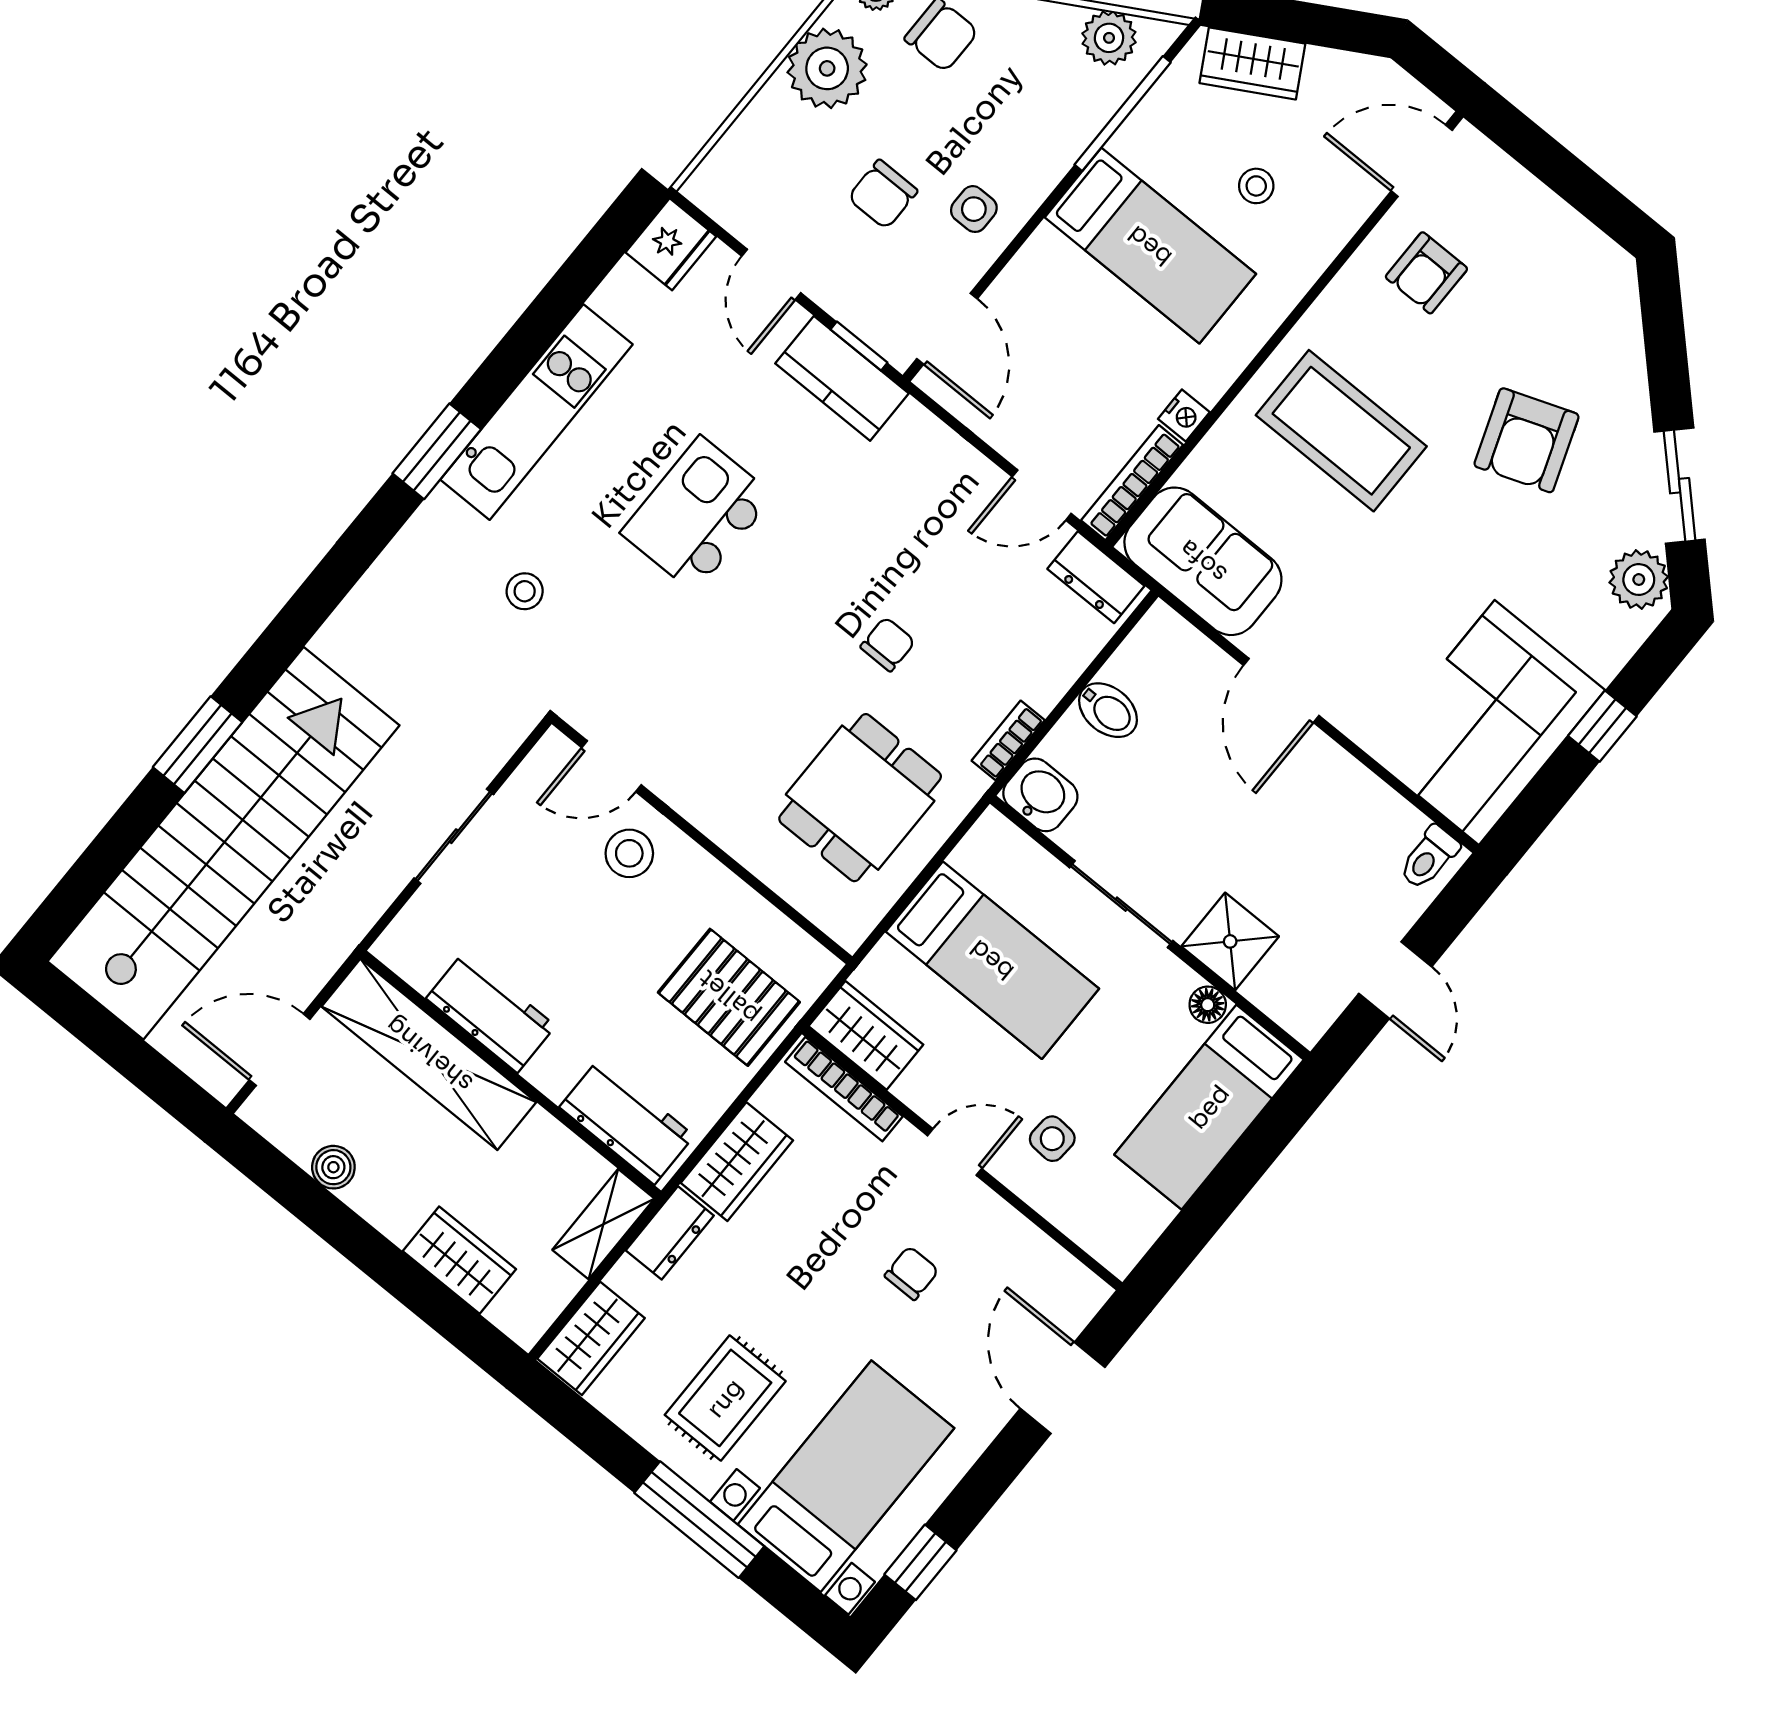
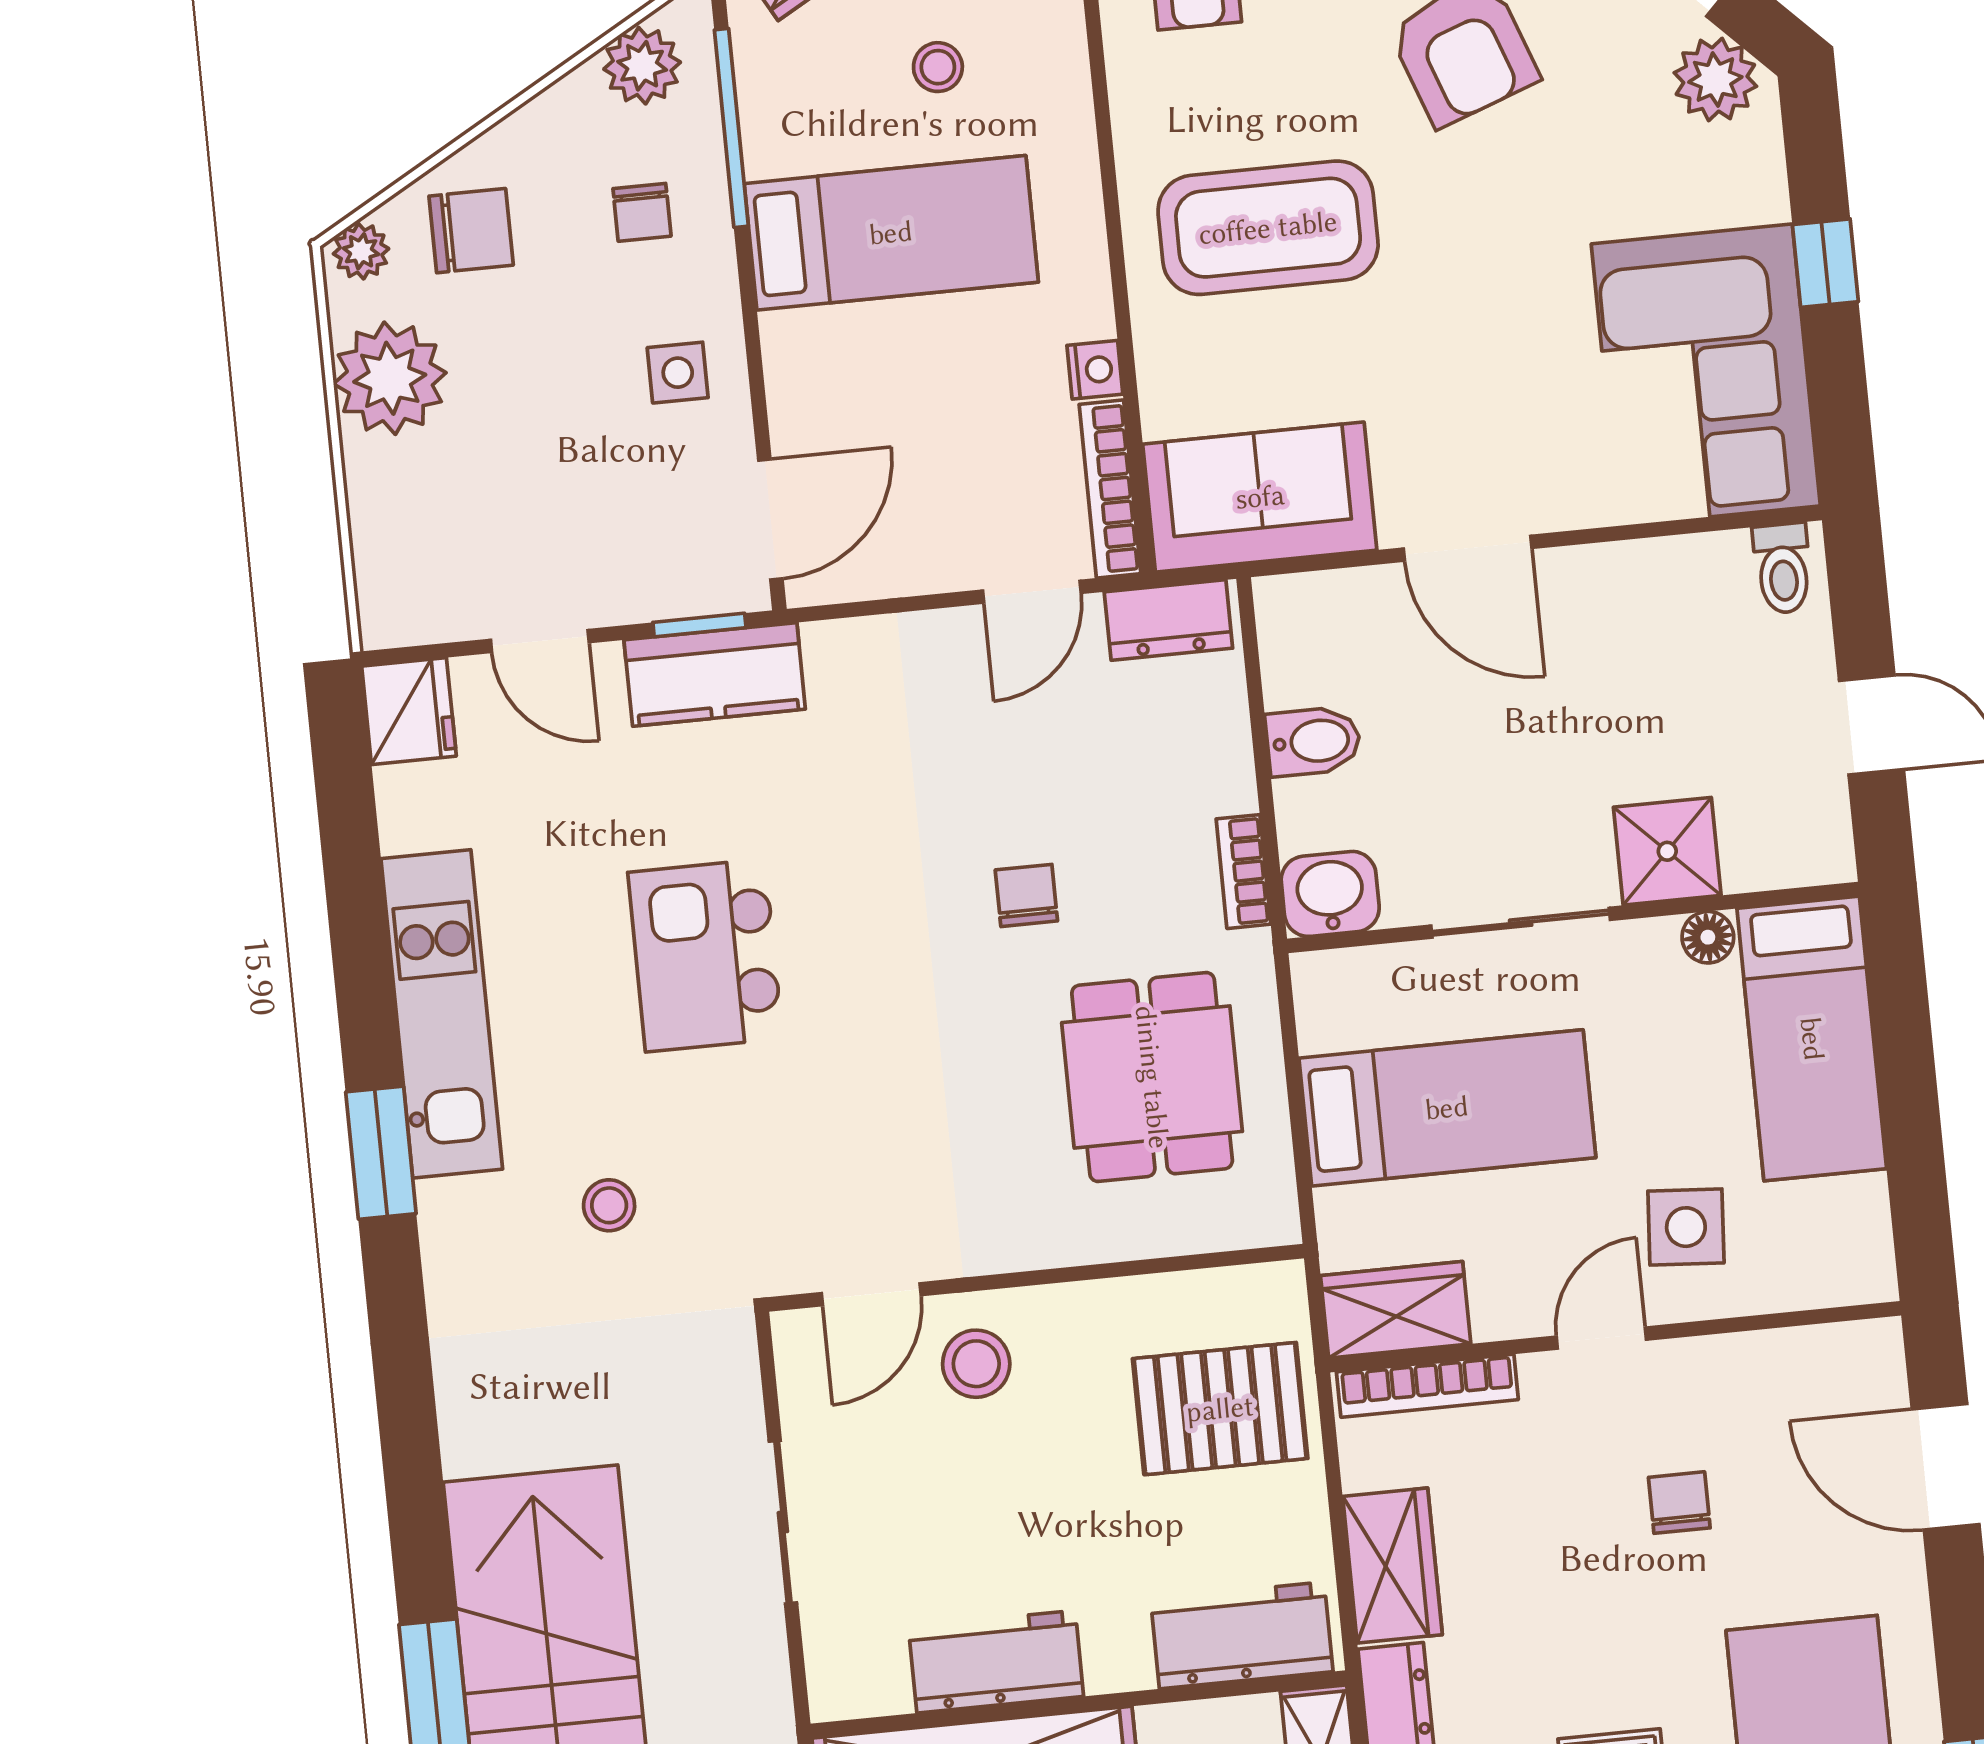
chair: (883, 194) -> (642, 212), moved, width x0.73, depth x0.73
door: (947, 329) -> (770, 519), hinge flipped
side table: (1052, 1139) -> (1686, 1227), width x1.37, depth x1.37

